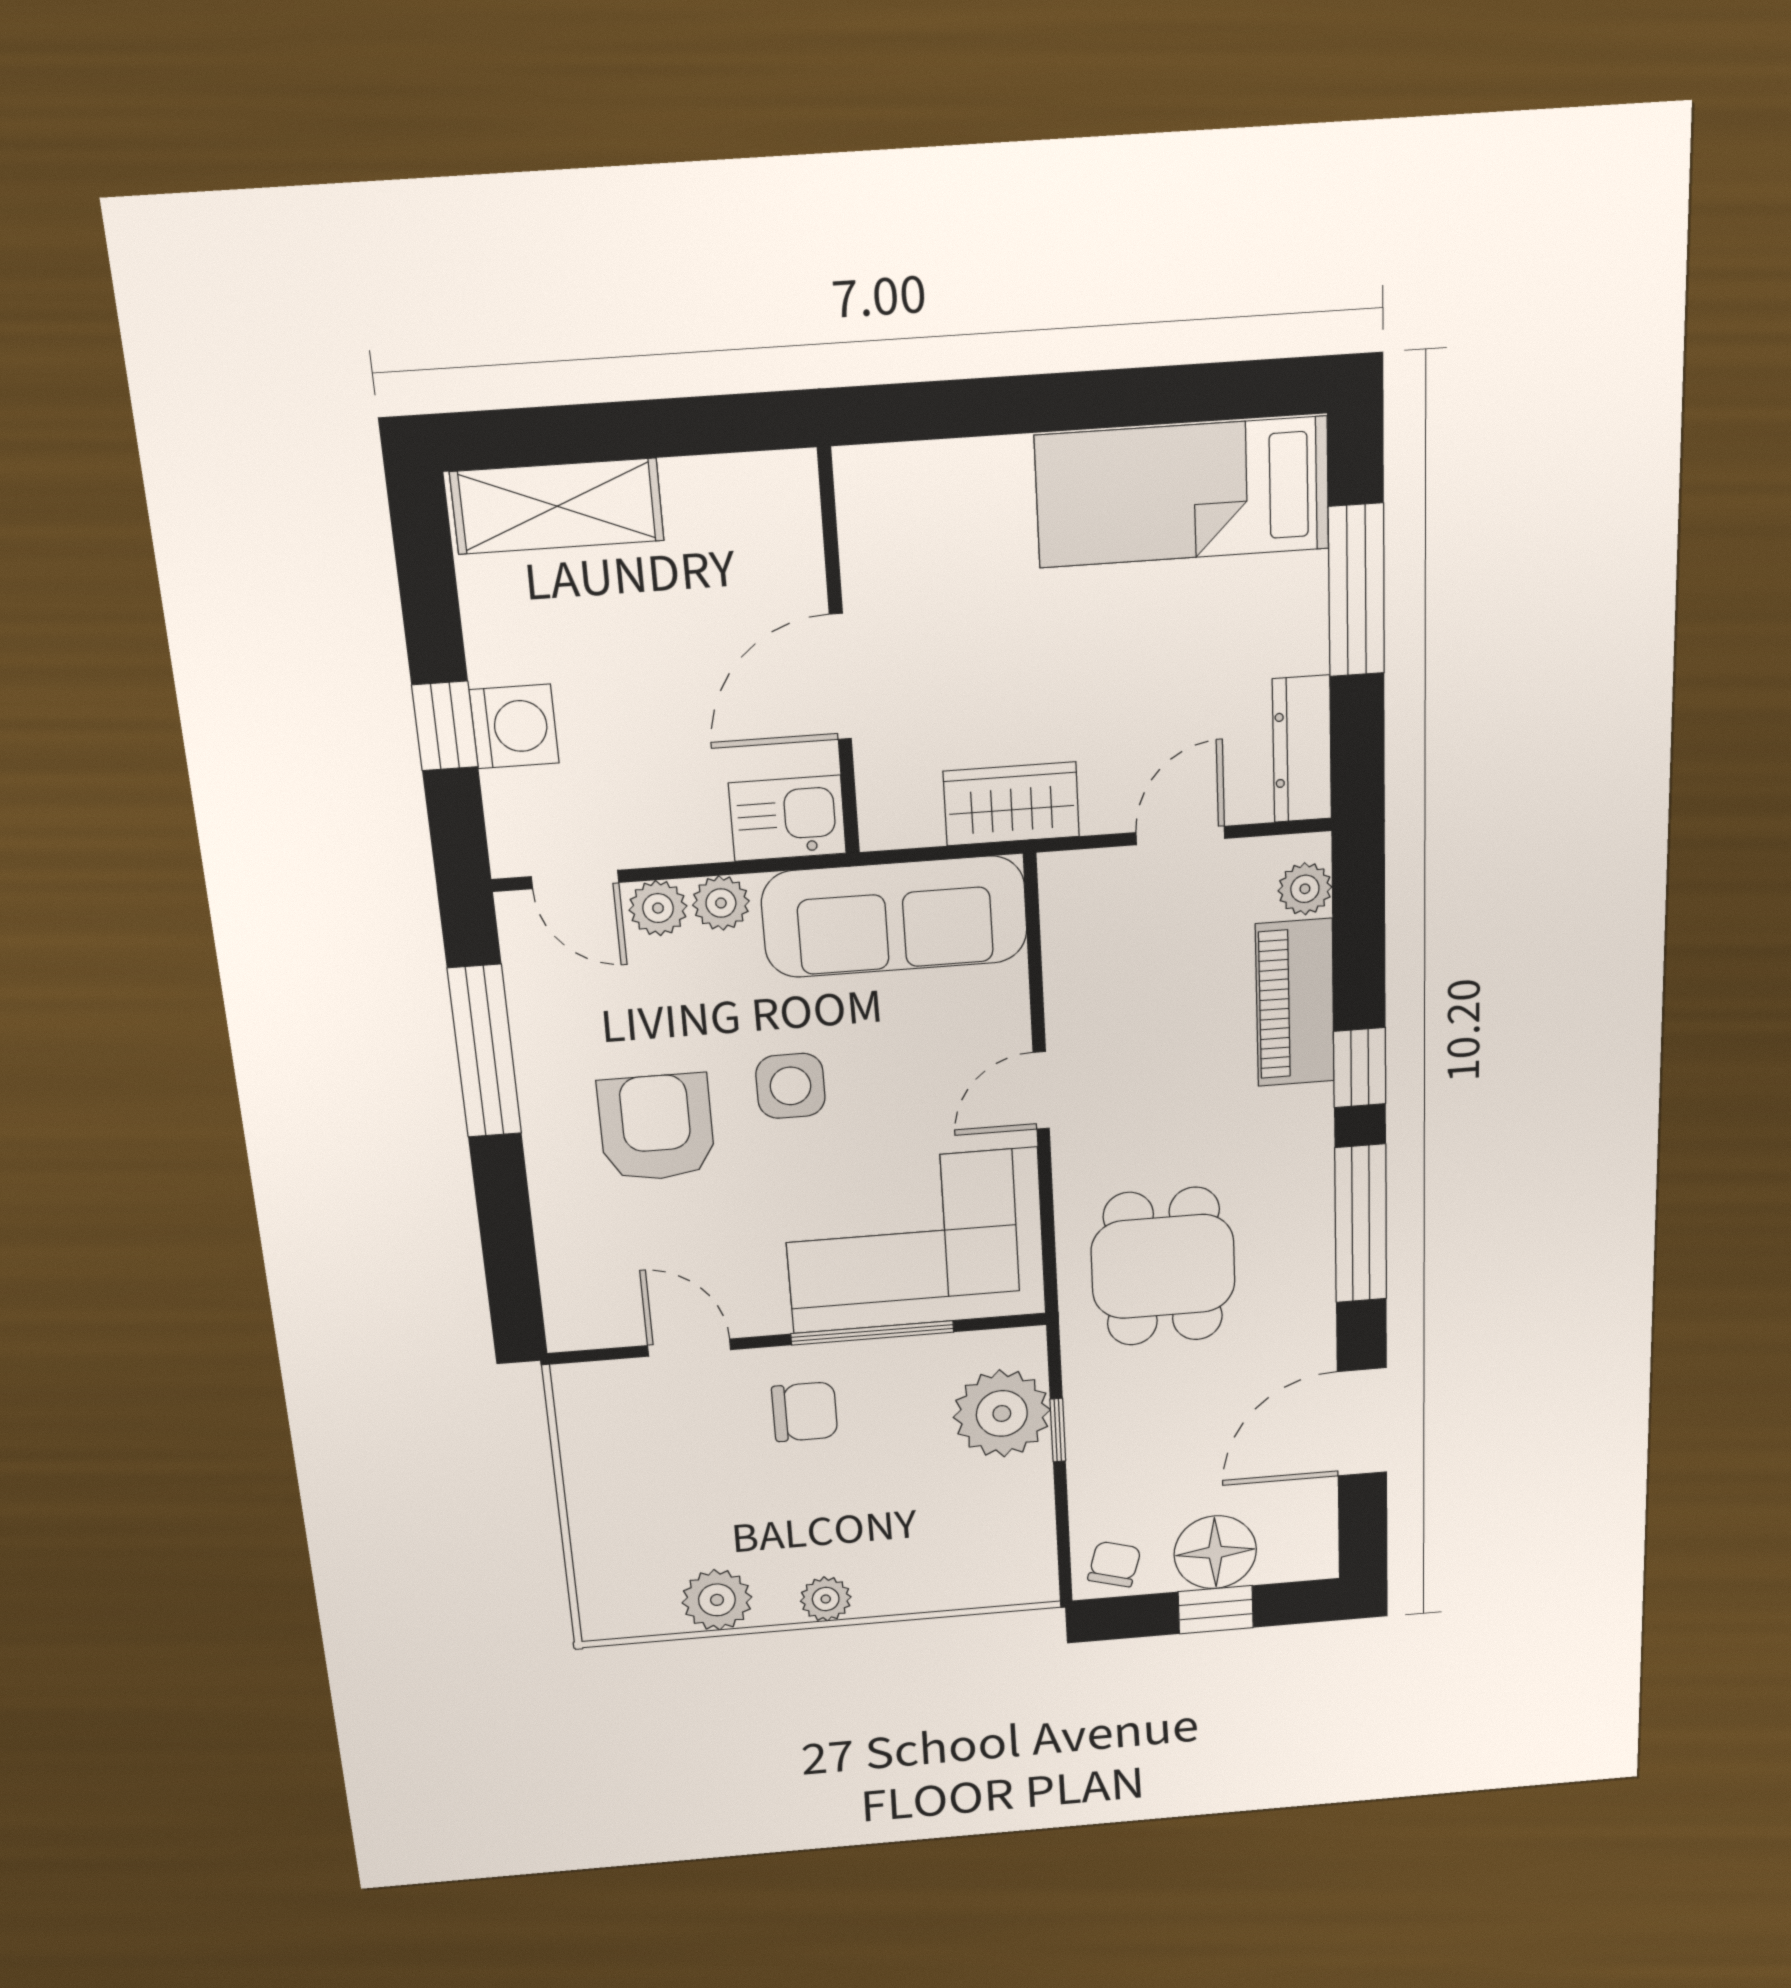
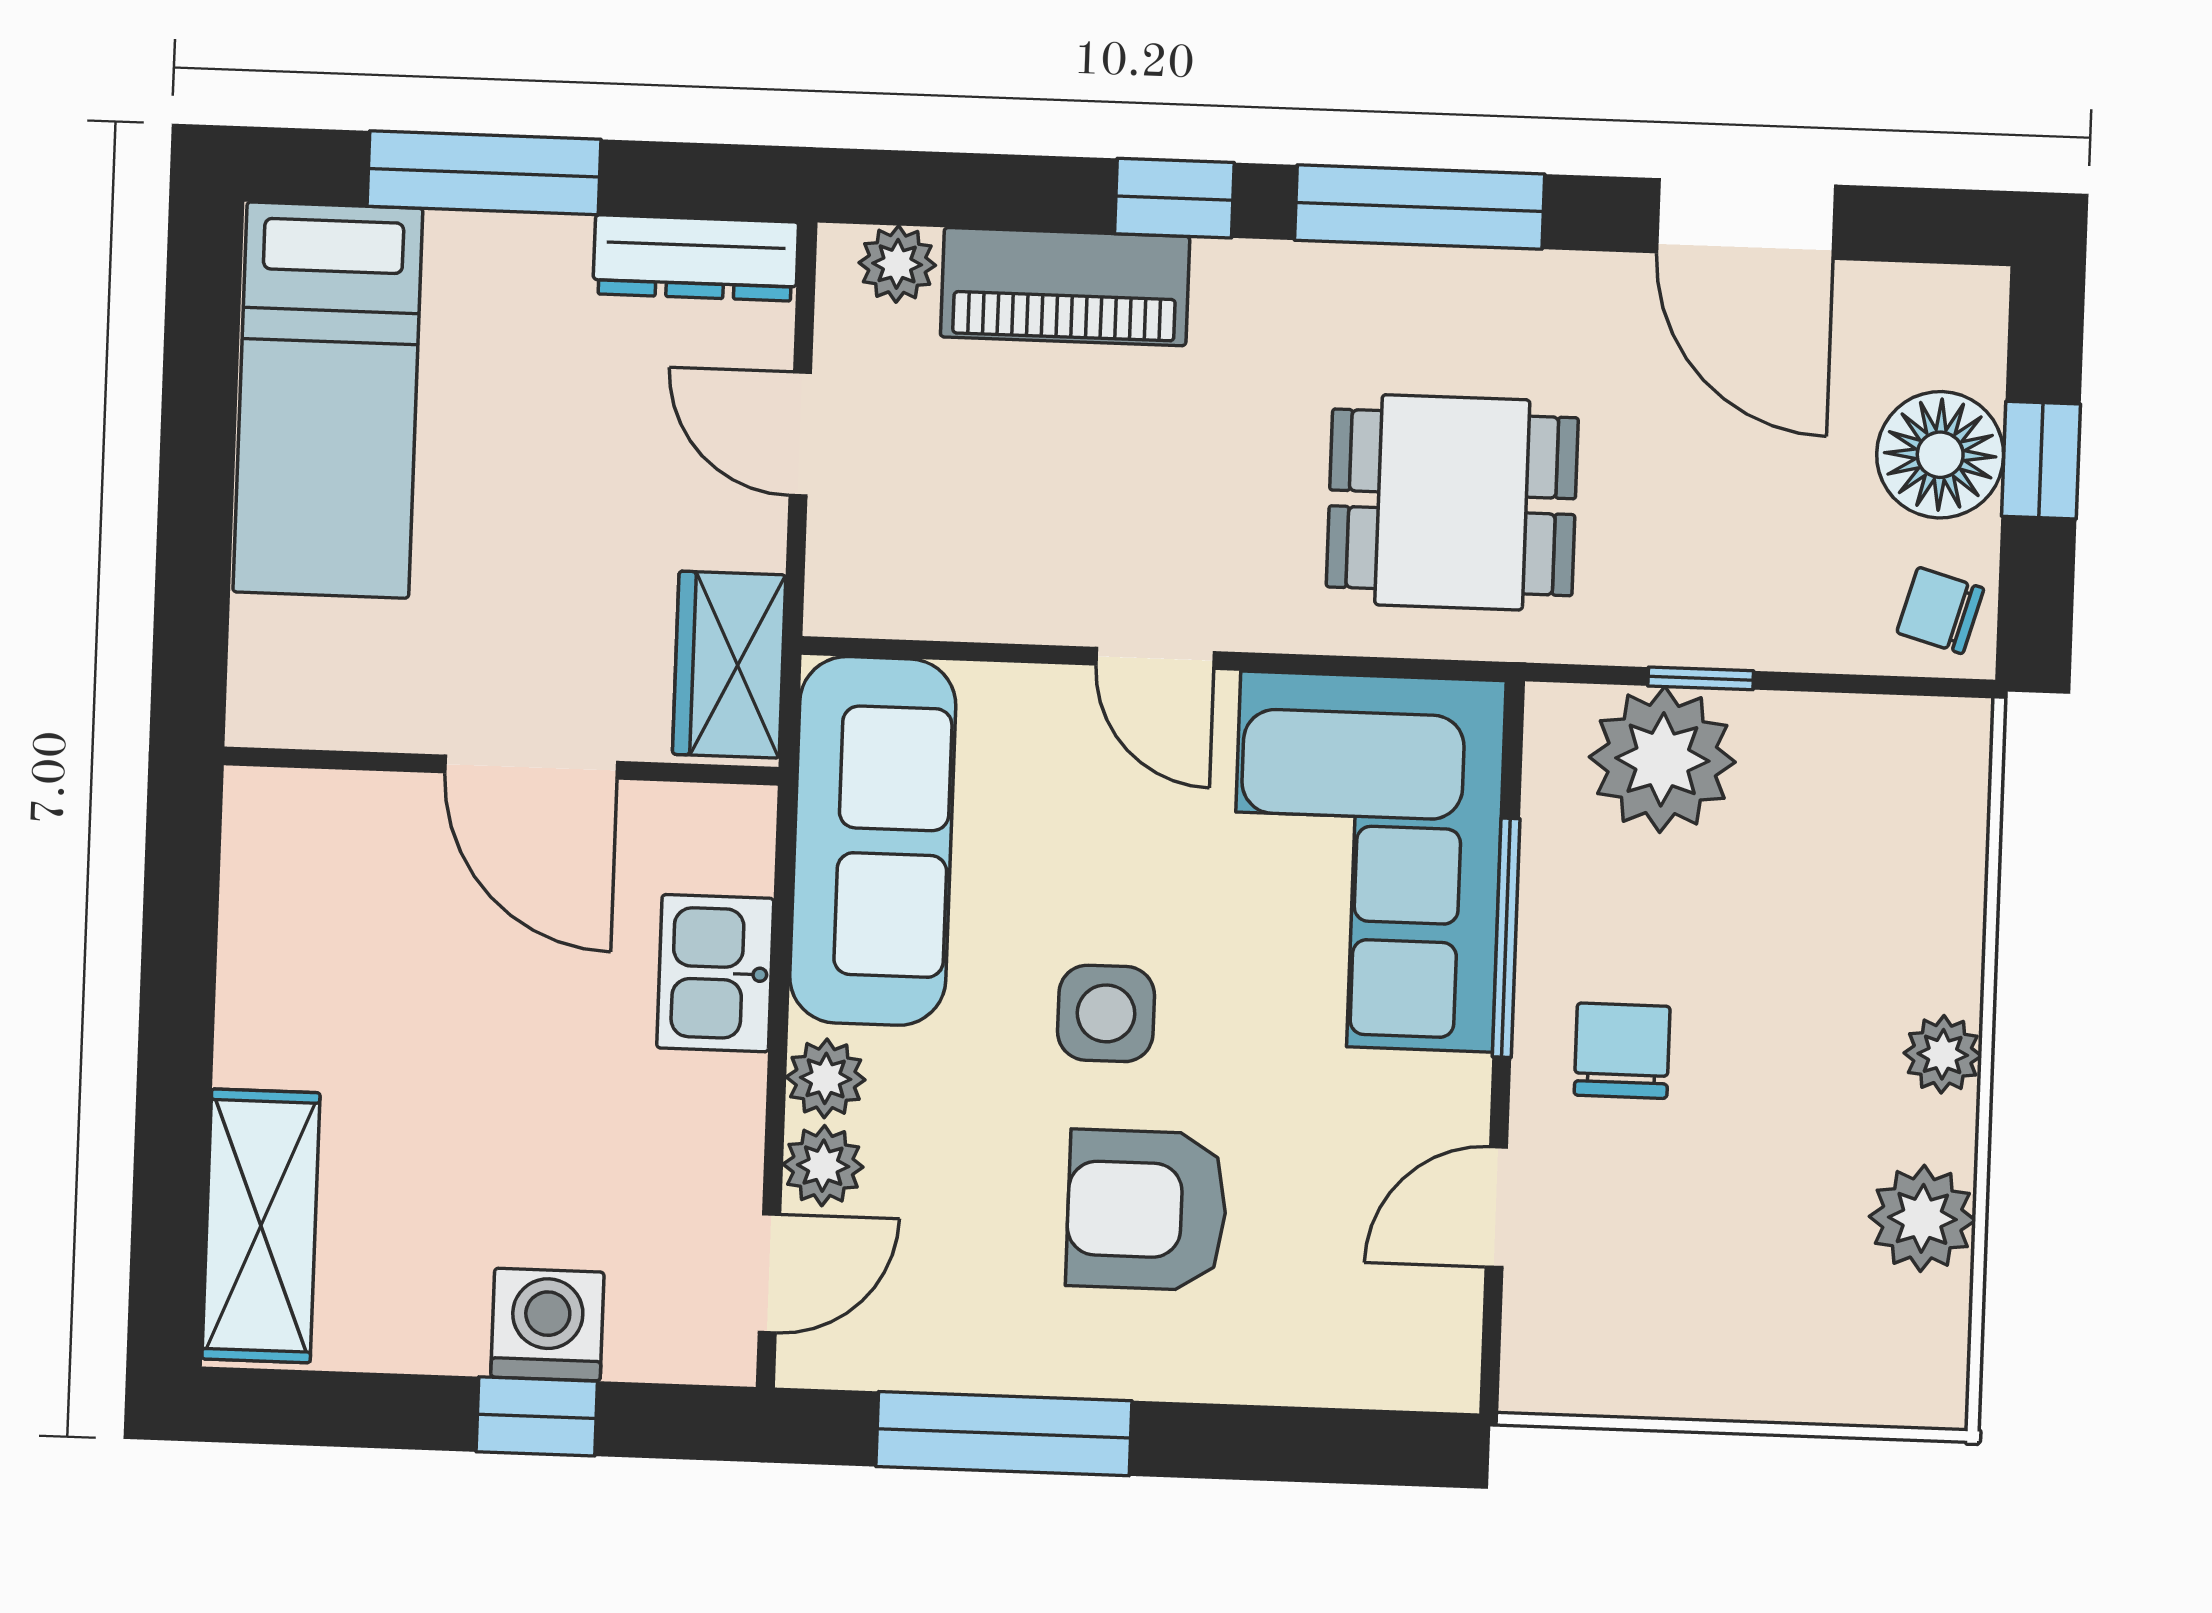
wall: (839, 655) -> (501, 766), moved
door: (840, 677) -> (531, 767), moved

